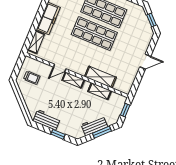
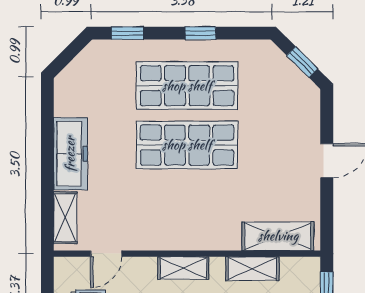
door: (60, 68) -> (106, 254), moved
shelving: (100, 77) -> (278, 236), moved

